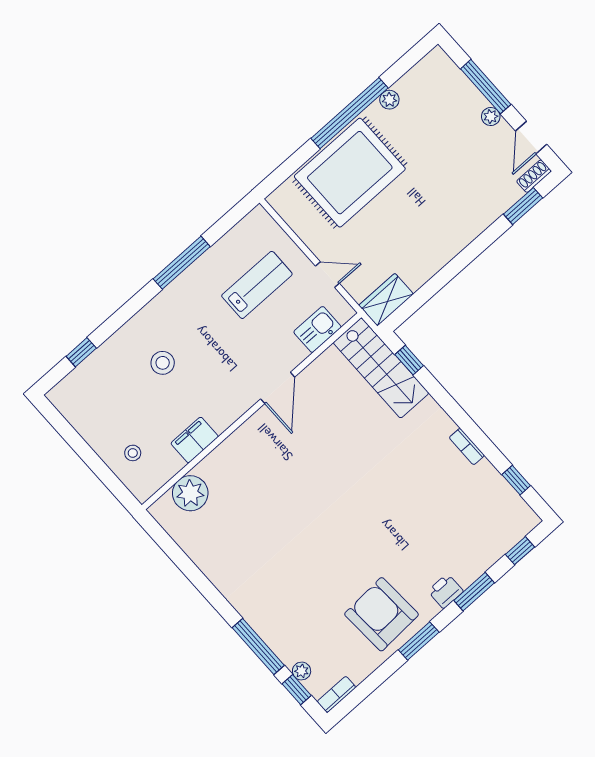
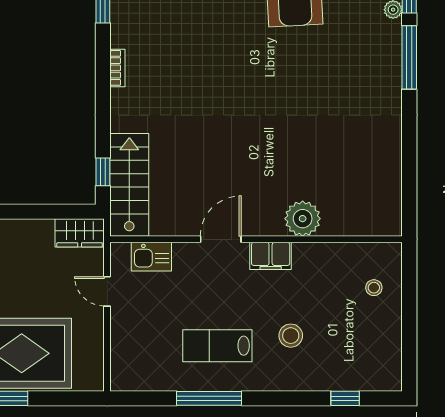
lab bench: (257, 285) -> (217, 346), moved
filing cabinet: (195, 440) -> (271, 256), moved
plant: (190, 493) -> (303, 219), moved

